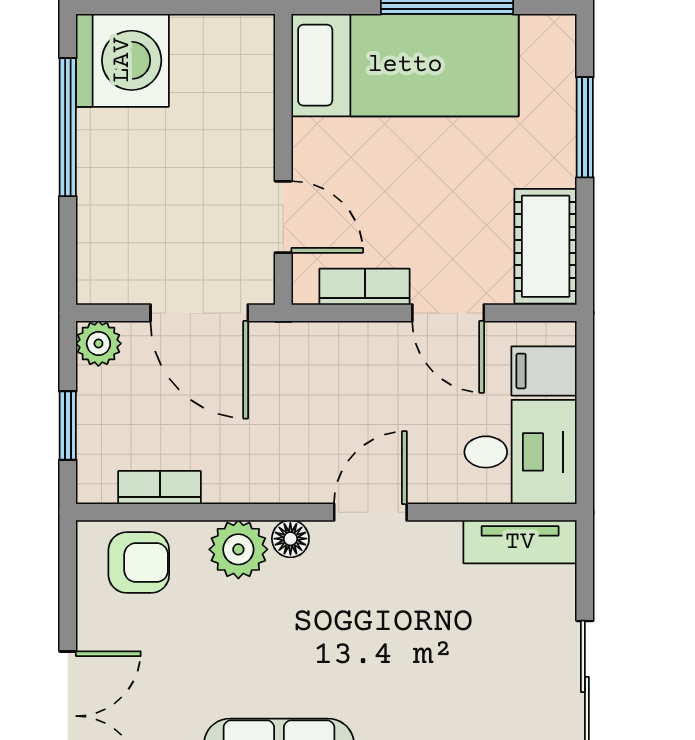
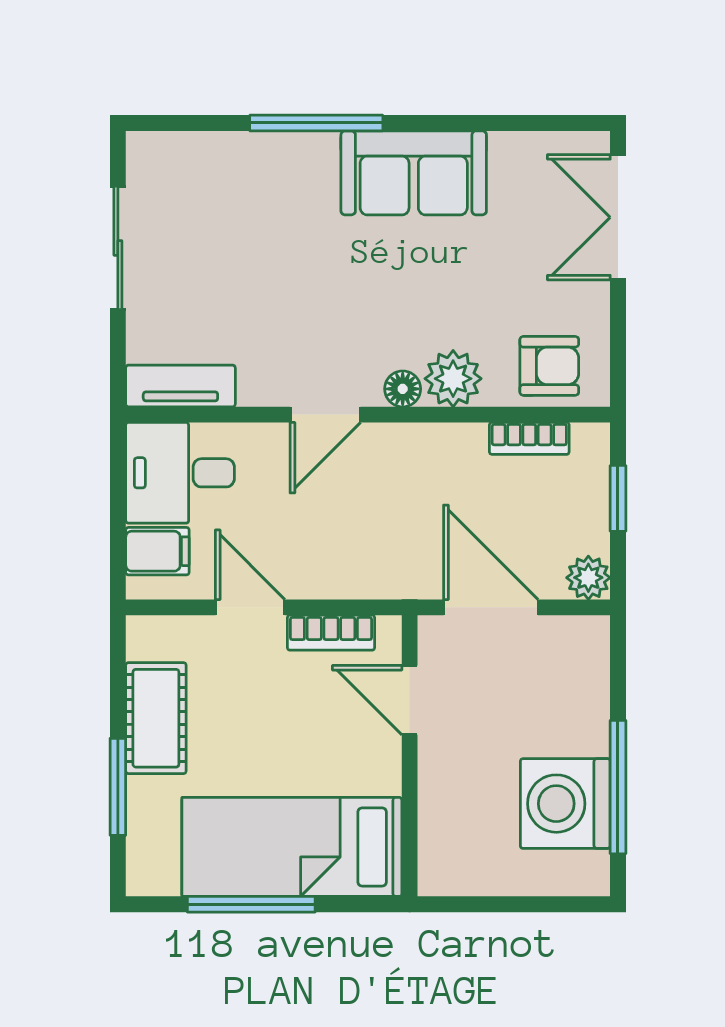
washing machine: (122, 60) -> (565, 804), moved
cot: (546, 246) -> (156, 718), moved
armchair: (139, 563) -> (549, 366), turned 180

